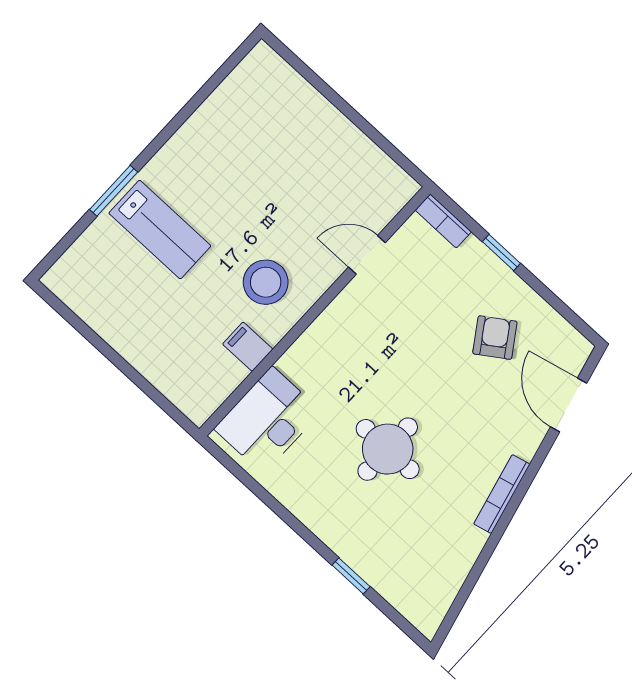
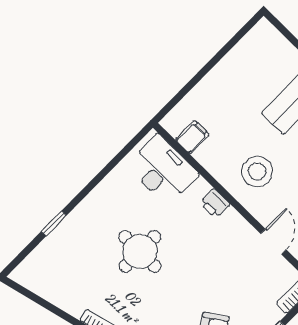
printer: (314, 342) -> (215, 204), added
filing cabinet: (248, 347) -> (192, 137), moved

